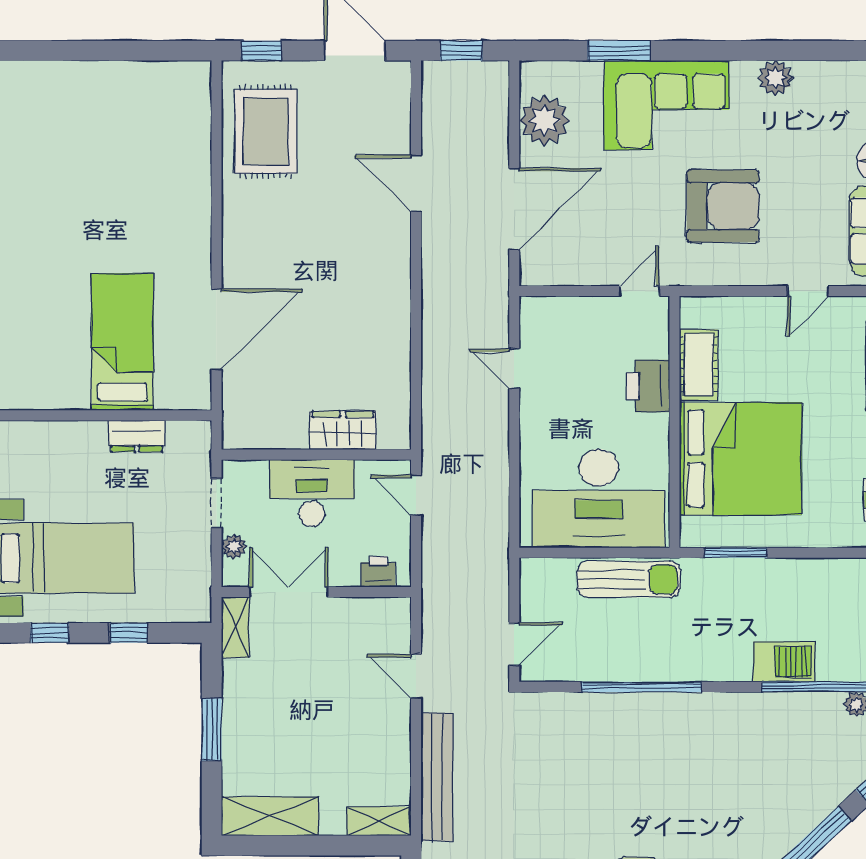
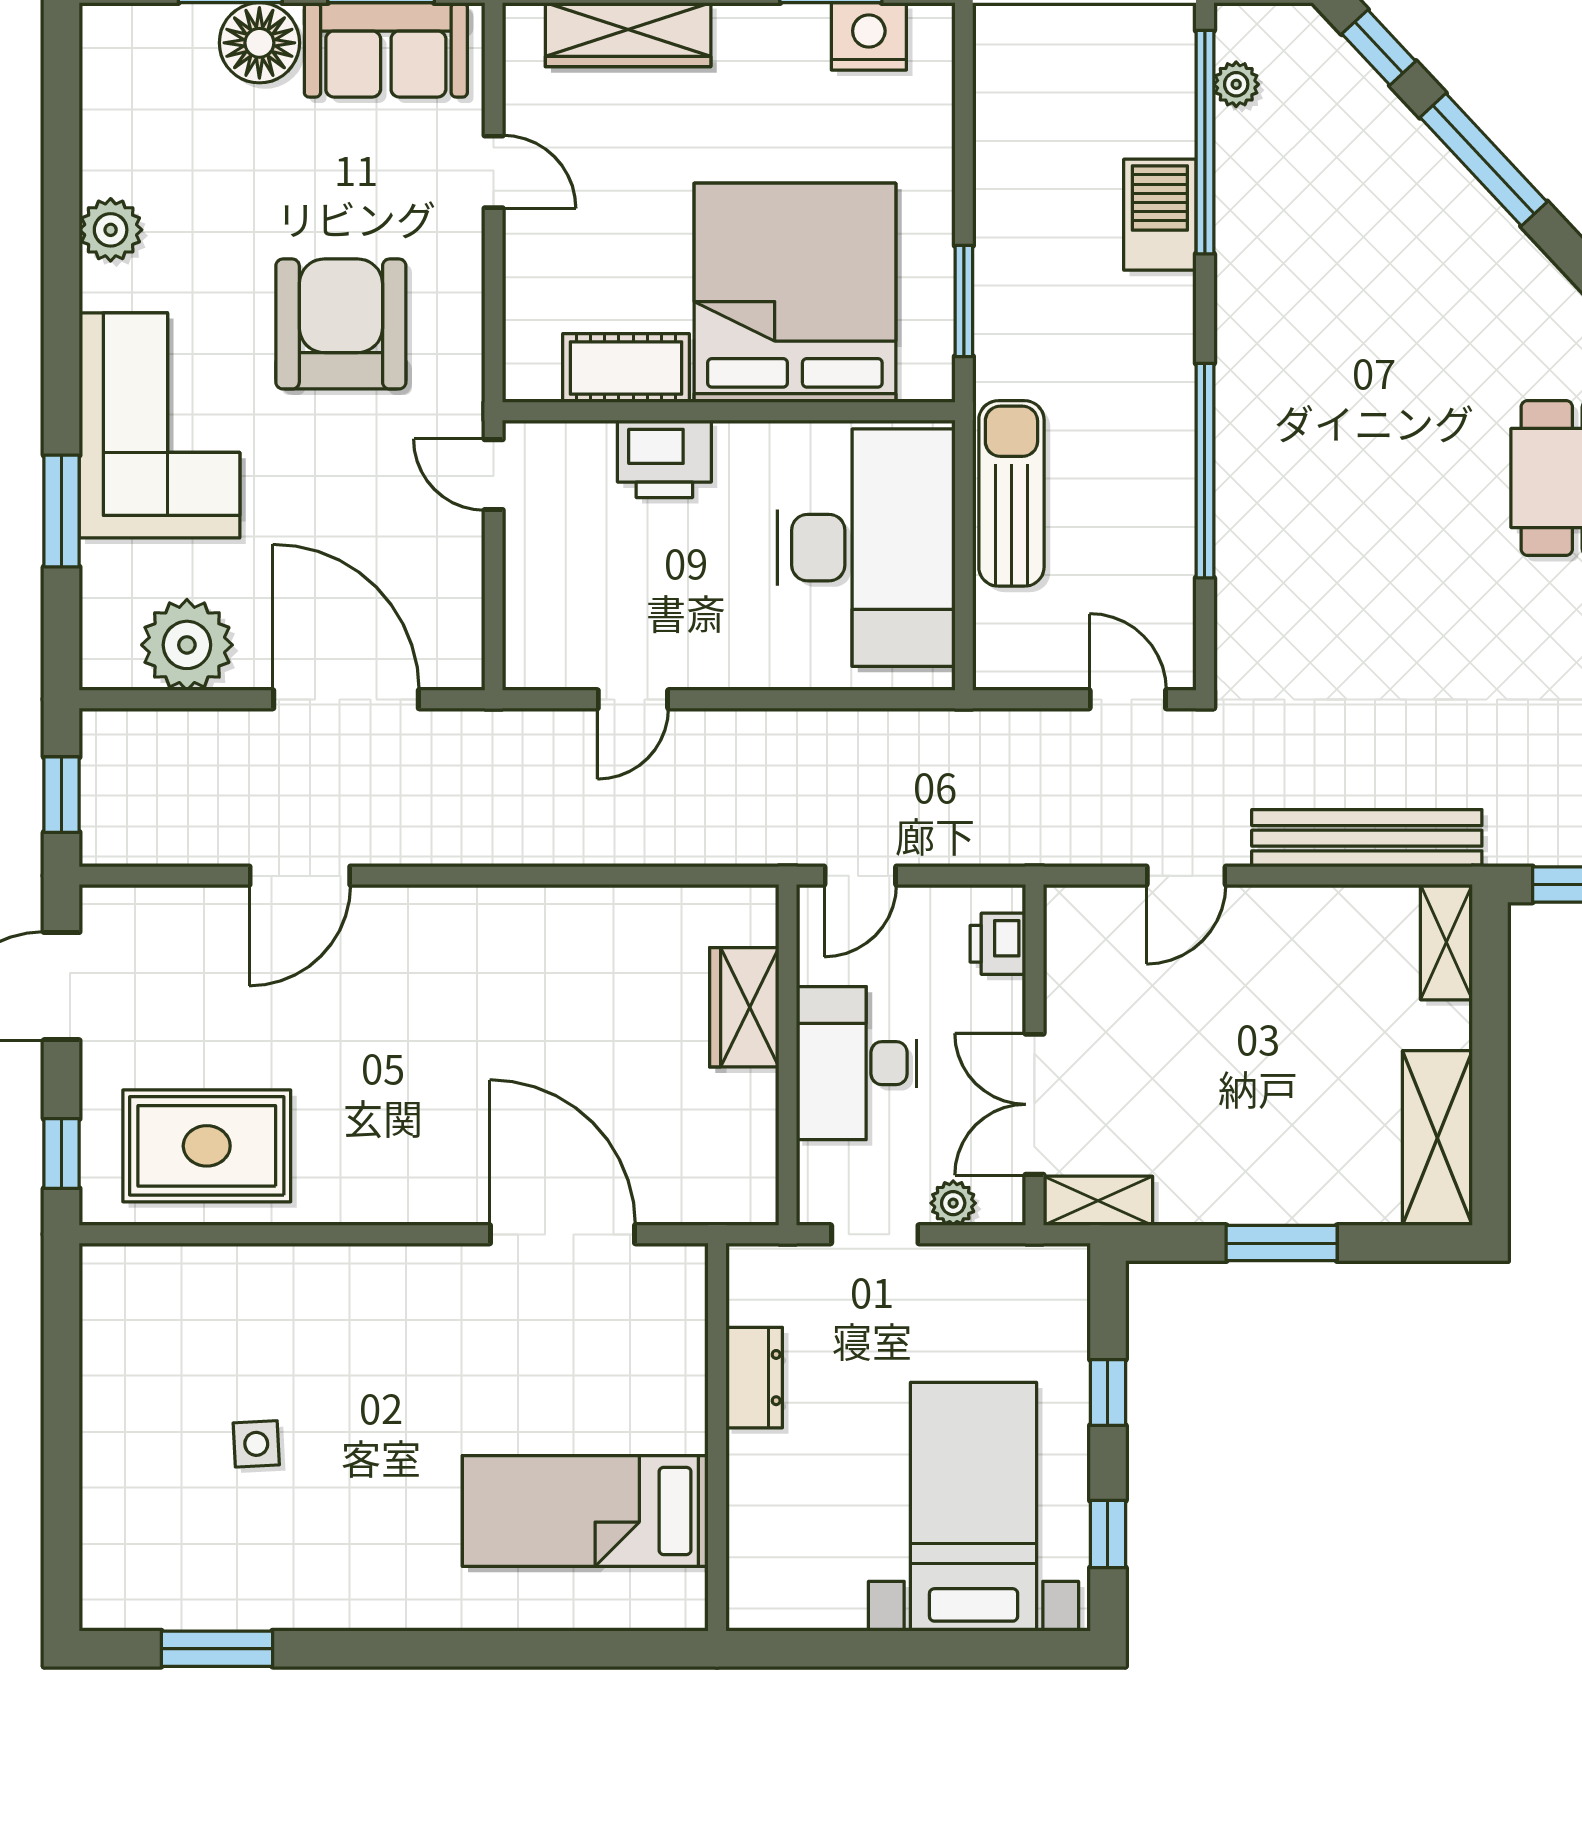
side table: (100, 159) -> (256, 1444), added
bed: (122, 342) -> (585, 1511), moved

